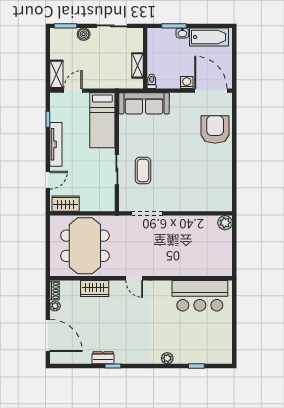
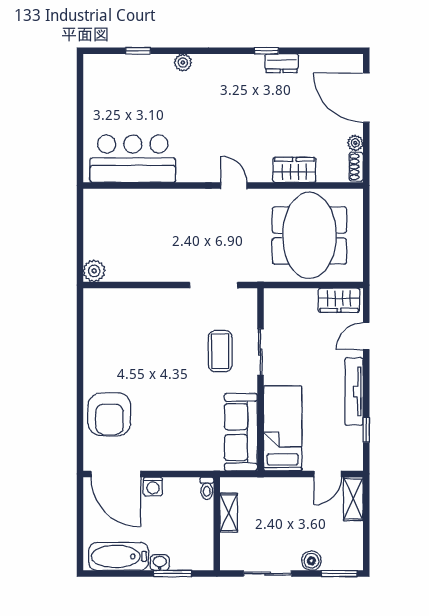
sofa: (144, 103) -> (241, 432), moved, turned -90

